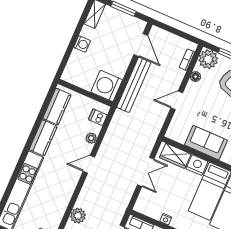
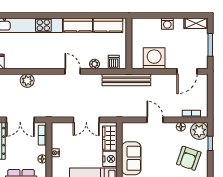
bench: (134, 85) -> (126, 80), moved
washing machine: (107, 86) -> (154, 58), moved

